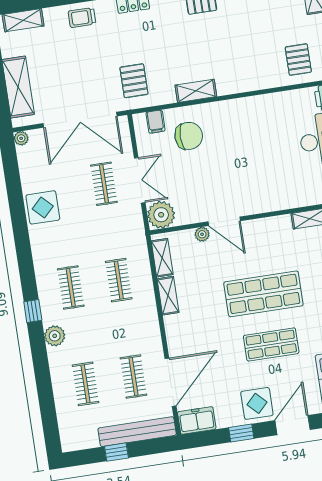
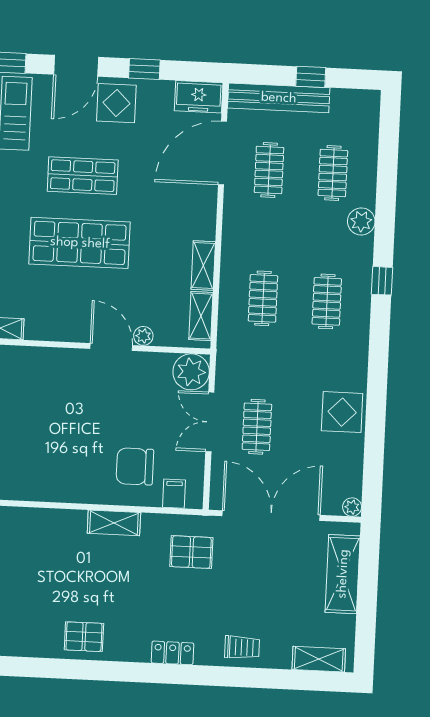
pallet: (134, 81) -> (191, 552), turned 90
plant: (55, 336) -> (361, 221), moved

